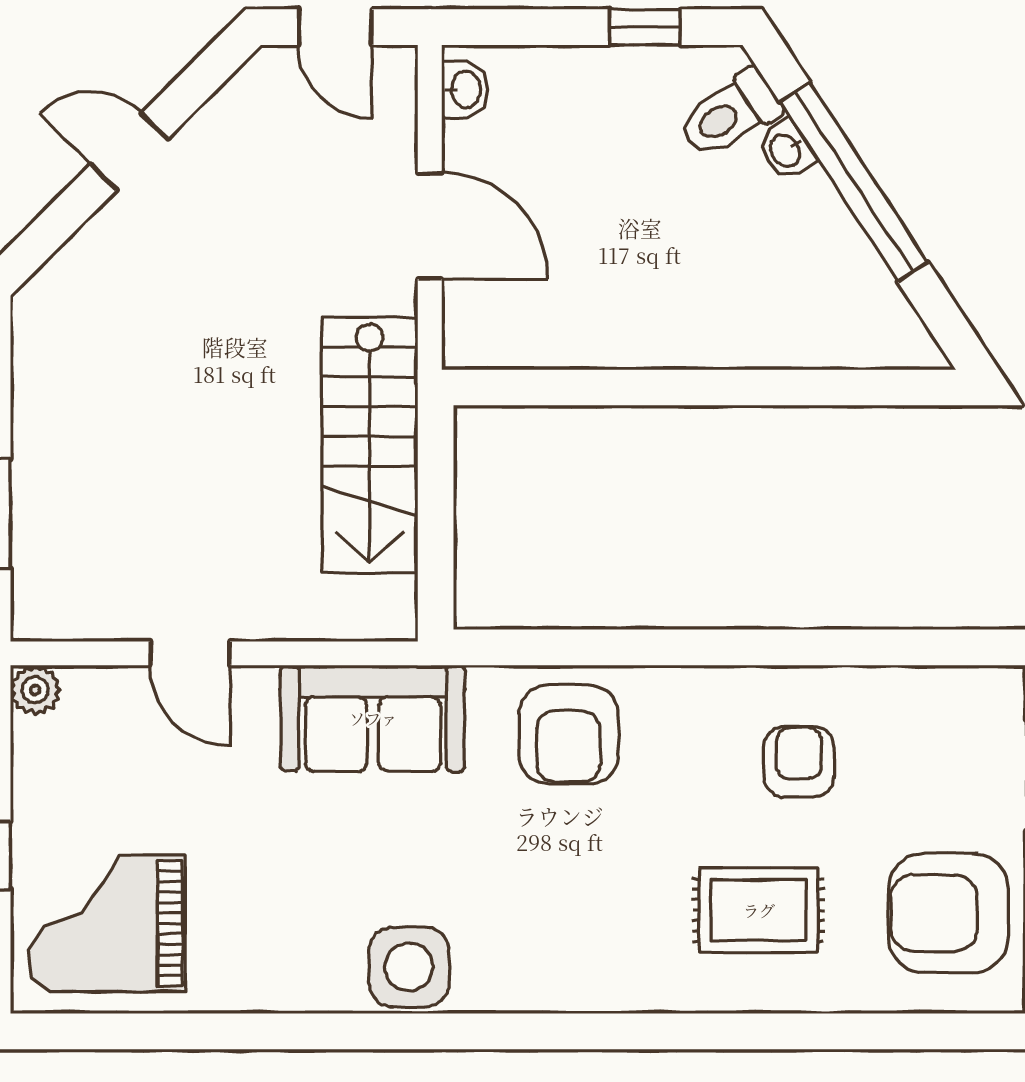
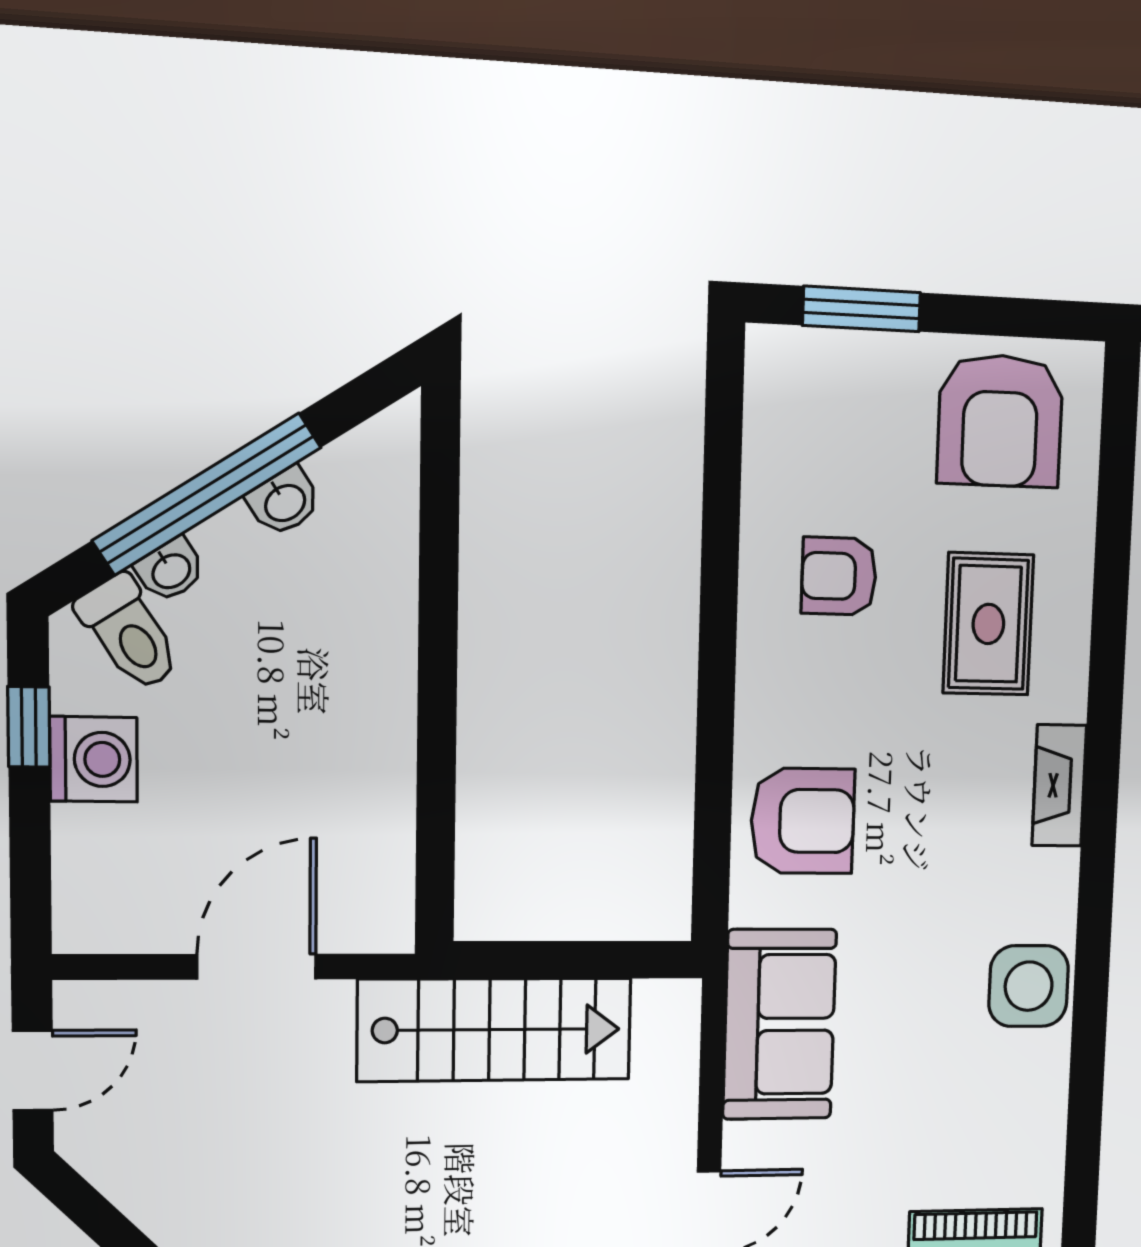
washing machine: (617, 83) -> (94, 759), added
washbasin: (465, 90) -> (284, 502), moved, turned 147
fireplace: (606, 989) -> (1059, 785), added

